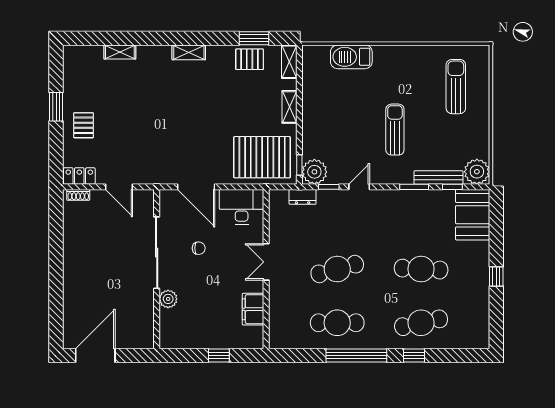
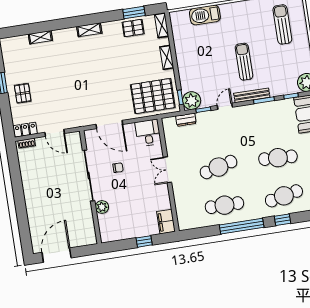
bench: (438, 178) -> (252, 95), moved
desk: (242, 207) -> (148, 133), width x0.73
filing cabinet: (253, 309) -> (166, 222), moved

